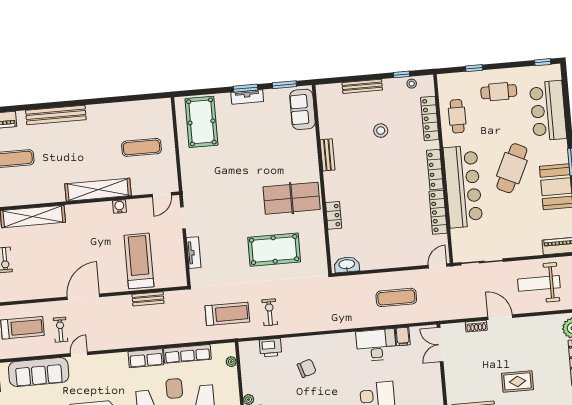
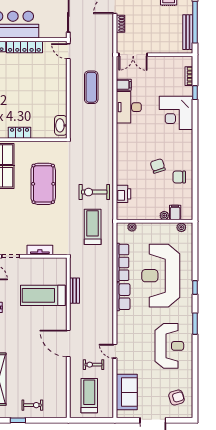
exercise bike: (270, 312) -> (94, 192), width x1.38, depth x1.39
chair: (307, 368) -> (158, 166), moved
sofa: (39, 372) -> (127, 392), width x0.73

